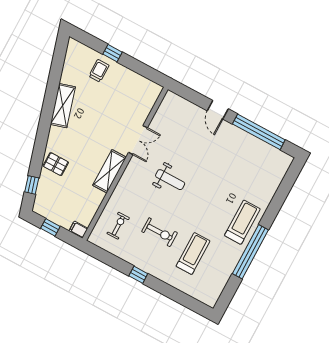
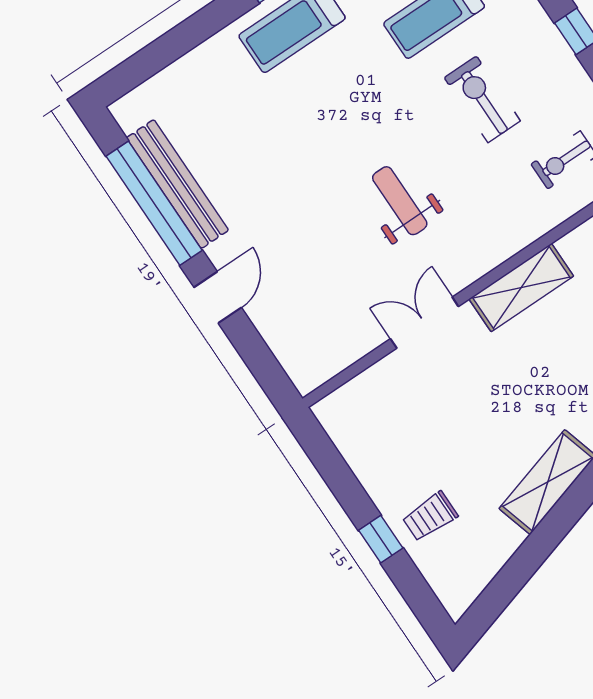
bench: (254, 143) -> (178, 184), added

